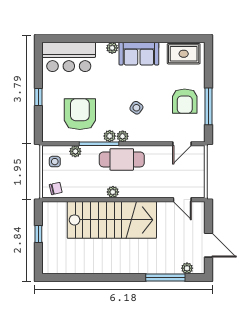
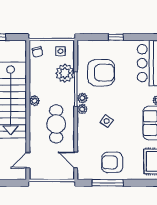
plant: (75, 151) -> (65, 73), width x1.87, depth x1.87
cafe table: (122, 159) -> (56, 124), moved

